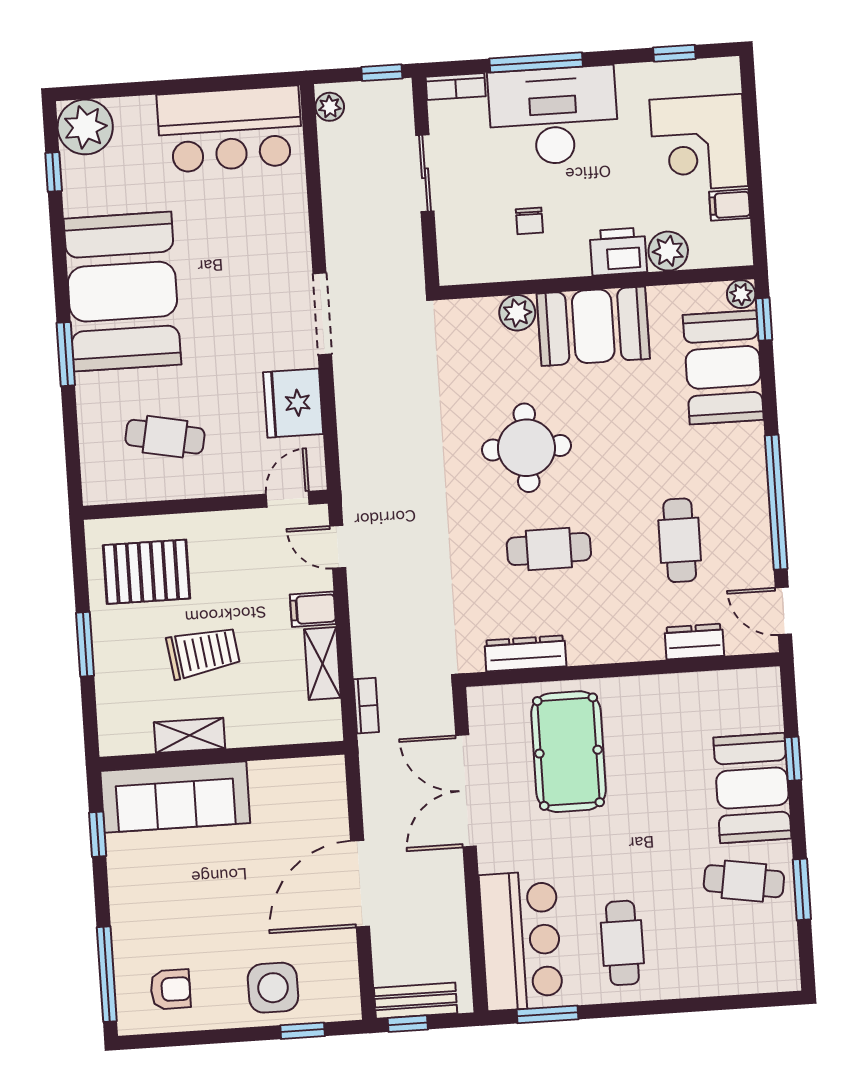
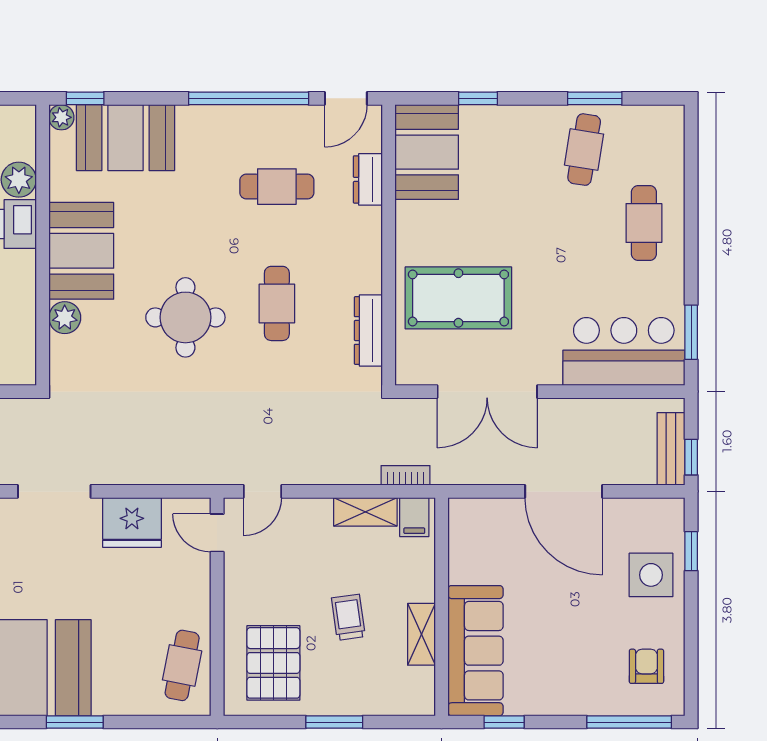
cafe table: (165, 437) -> (182, 665), moved
filing cabinet: (313, 609) -> (414, 517), moved
trolley: (203, 652) -> (348, 617), width x0.73, depth x0.72
booth: (752, 788) -> (427, 152), moved, turned 90
cafe table: (622, 943) -> (644, 223), moved, turned 90

